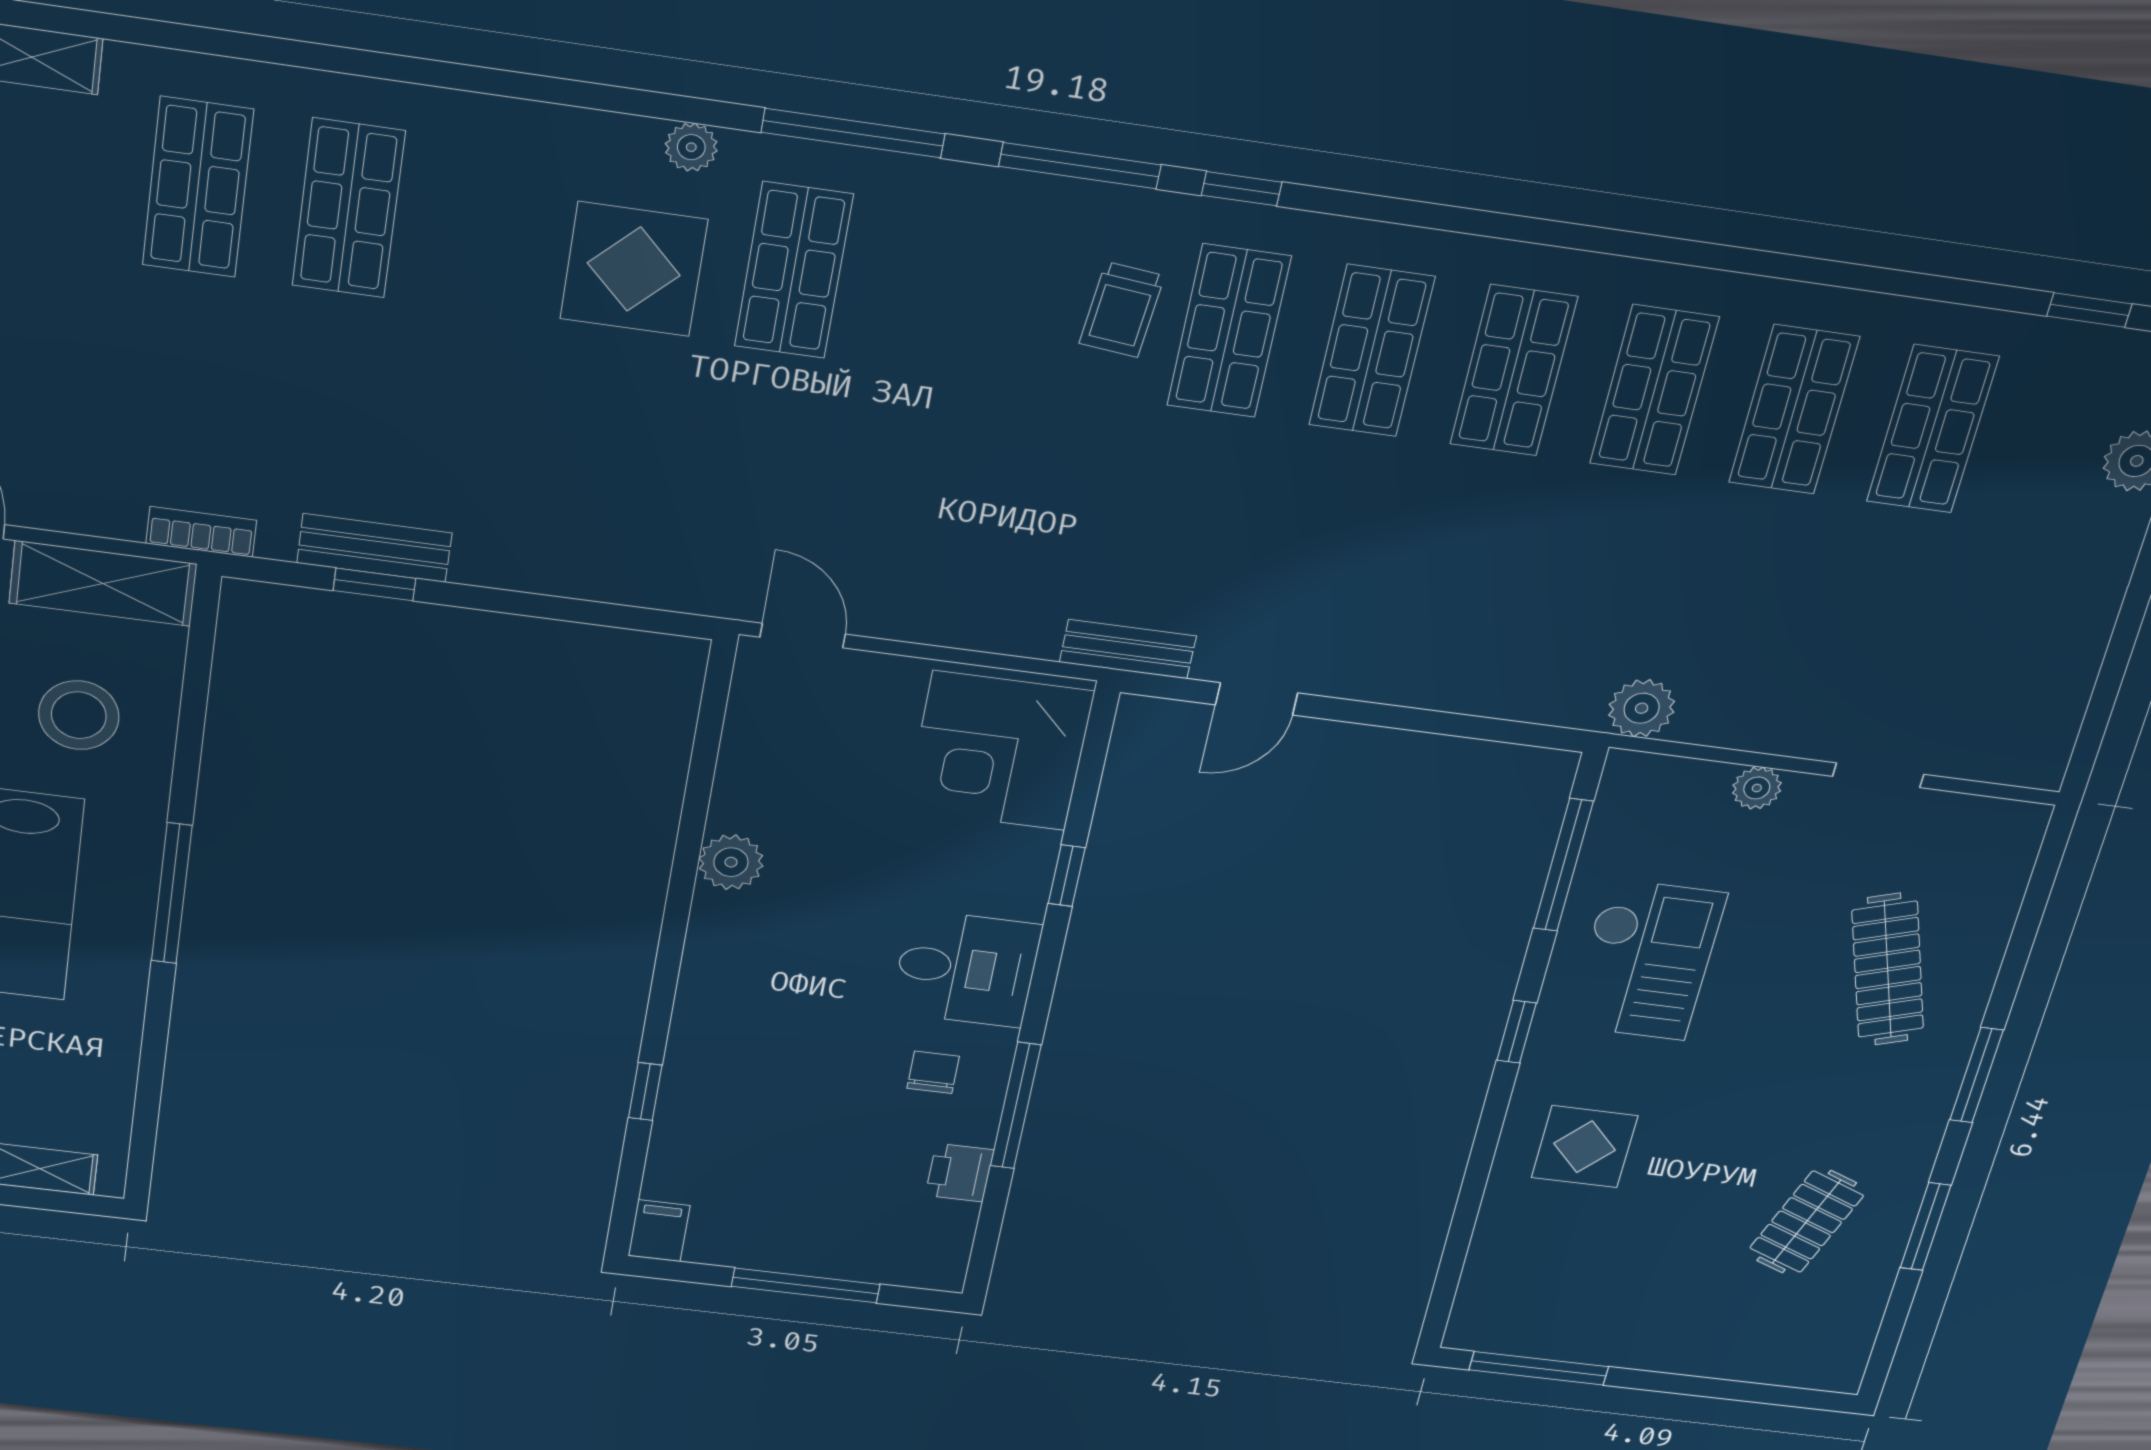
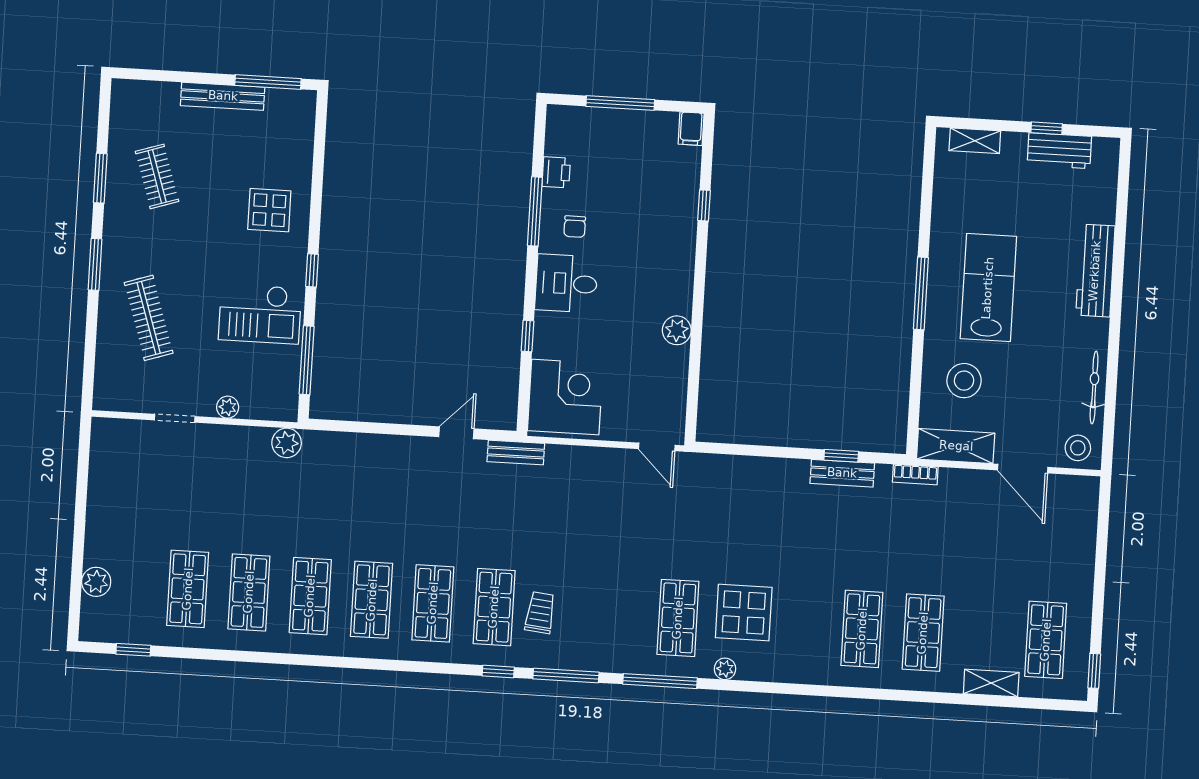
checkout: (1646, 960) -> (260, 314), turned -90
clothes rail: (1807, 1222) -> (157, 176), turned -39
bench: (1638, 1350) -> (223, 96), added

